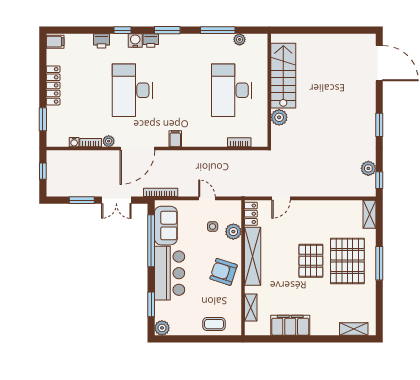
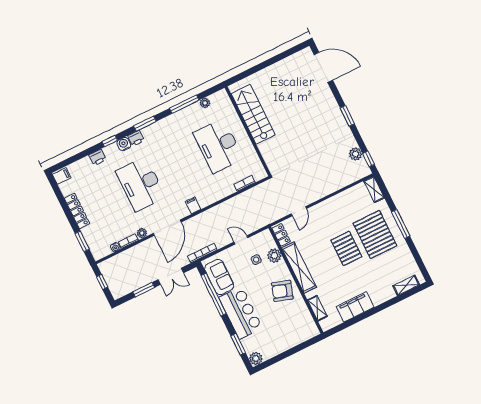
plant: (279, 117) -> (266, 149), removed
coffee table: (214, 324) -> (295, 335), removed

